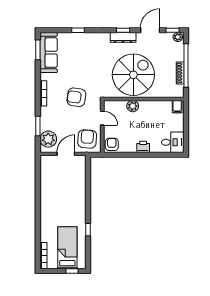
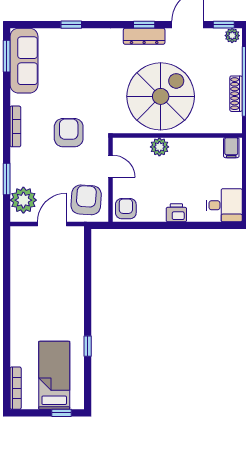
armchair: (76, 97) -> (69, 133), turned 82

